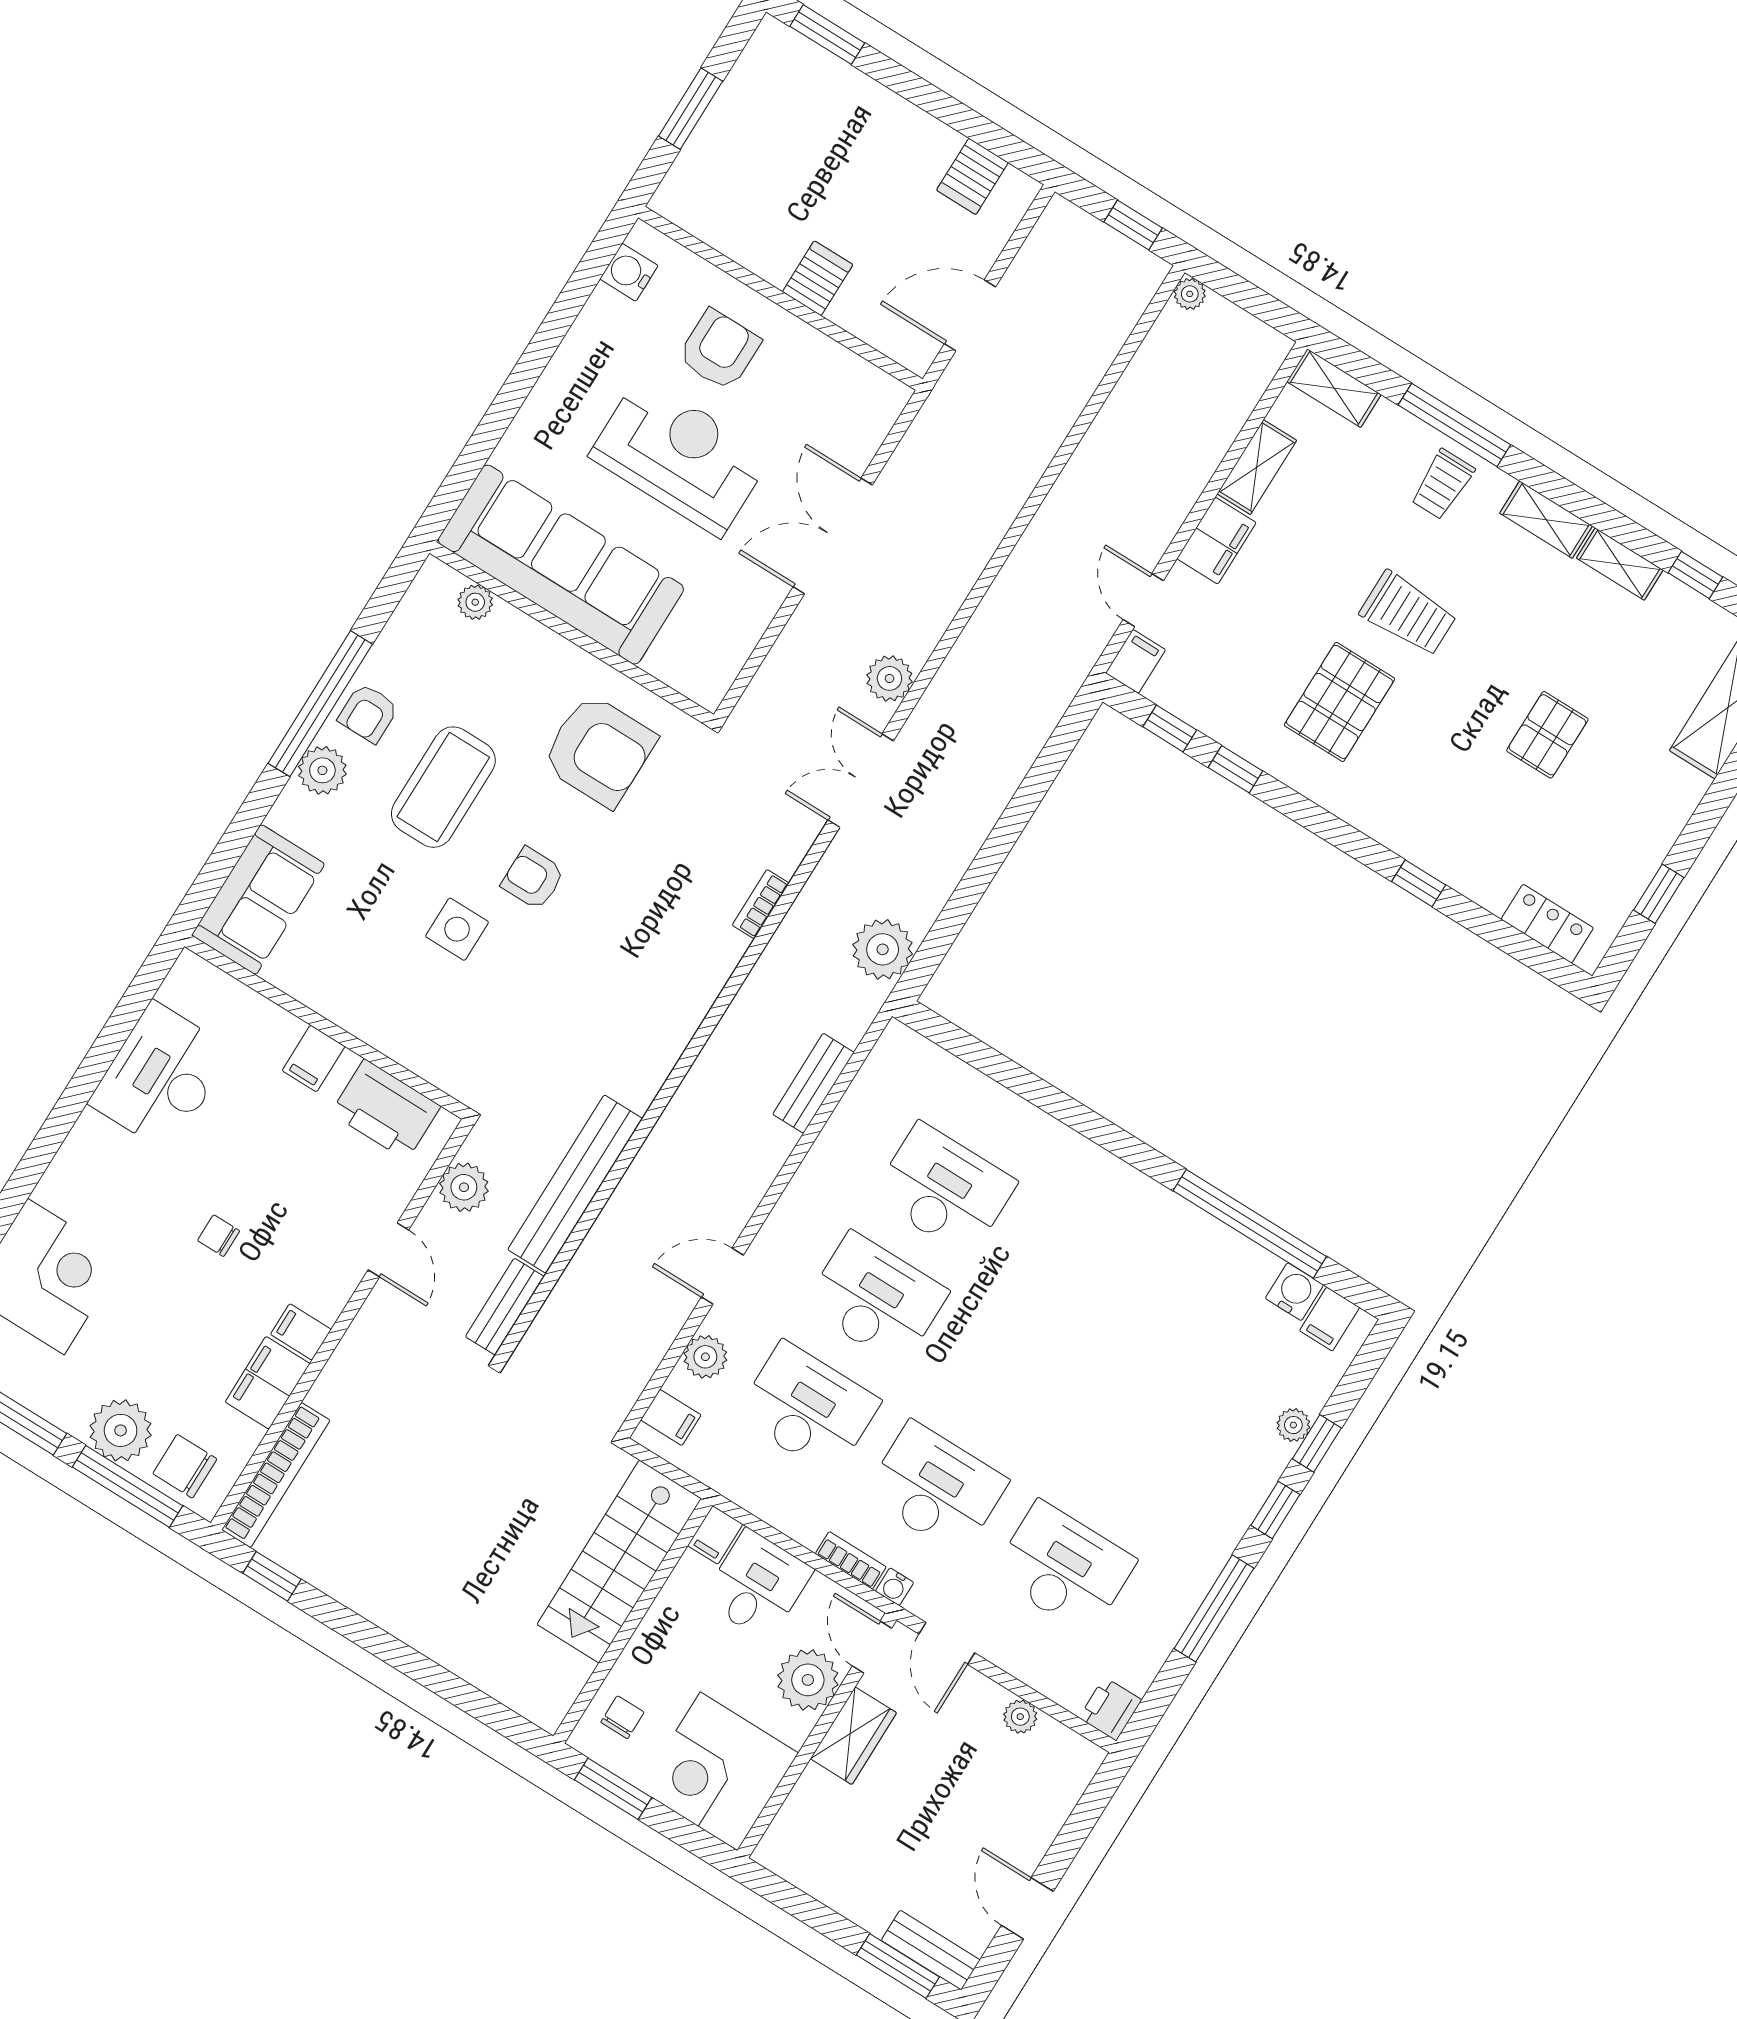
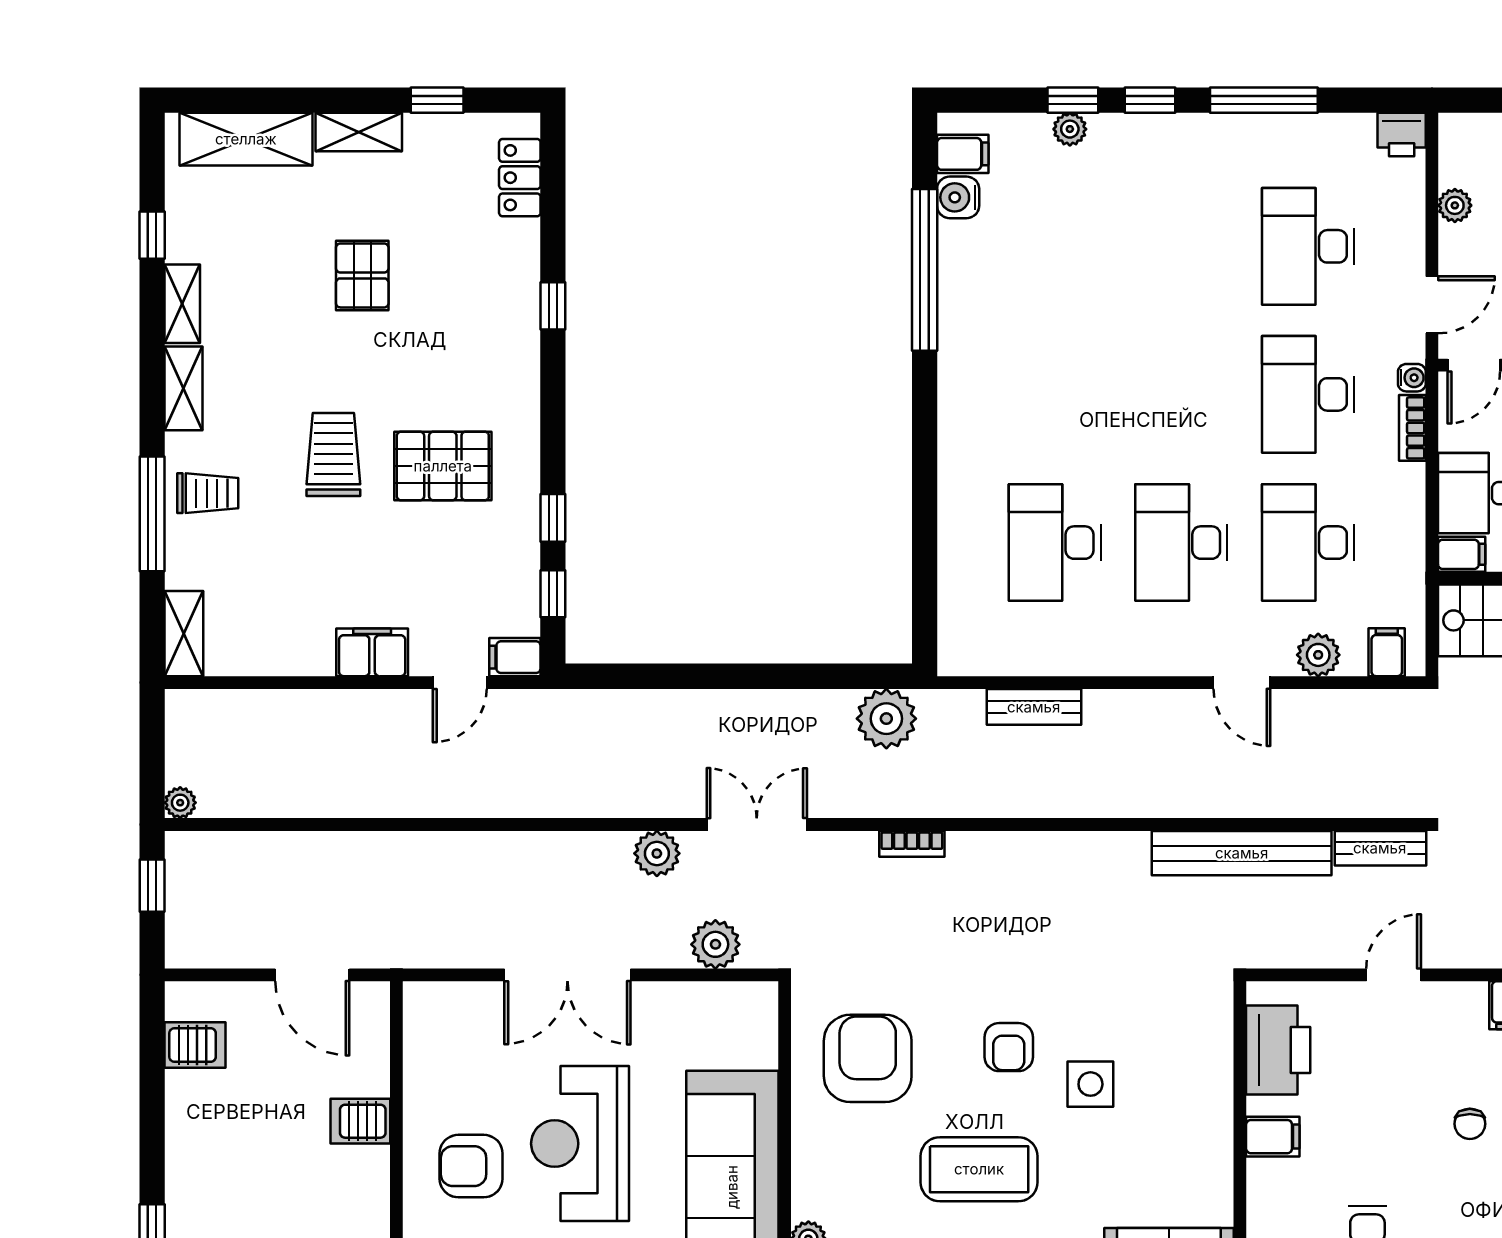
shelving: (1257, 467) -> (359, 132), moved
pallet: (1547, 735) -> (362, 275), turned 90
double door: (861, 780) -> (757, 825), swing flipped
plant: (464, 1187) -> (715, 944), moved

